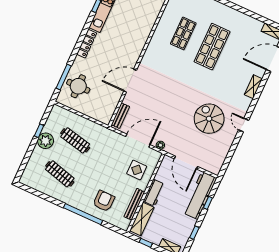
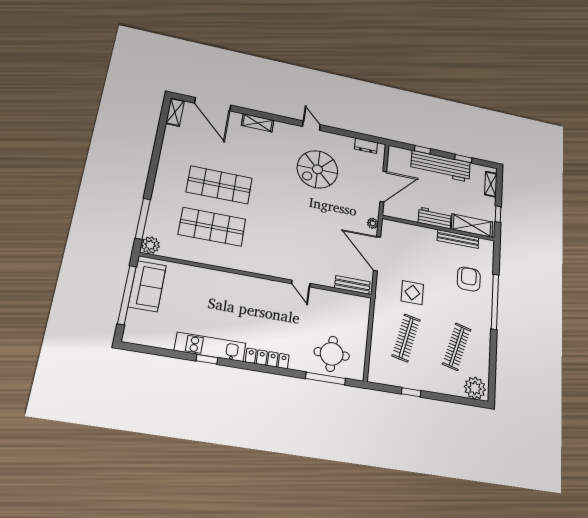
shop shelf: (183, 33) -> (212, 227), width x1.43, depth x1.36
door: (130, 81) -> (301, 284), width x0.53
door: (244, 125) -> (311, 126), swing flipped
plant: (45, 141) -> (475, 388), moved
dresser: (220, 161) -> (366, 146), added
display table: (137, 170) -> (412, 293), moved
workbench: (200, 195) -> (441, 166), moved
armchair: (104, 201) -> (469, 279), turned 90

